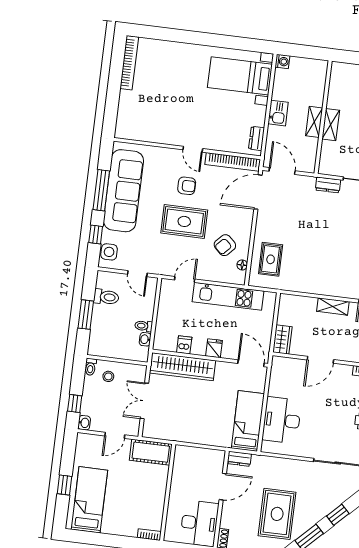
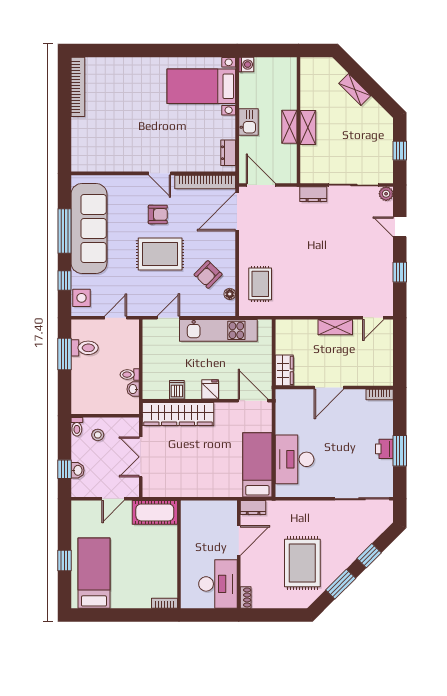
door: (137, 274) -> (116, 318), swing flipped
window: (86, 315) -> (64, 354), moved
washbasin: (84, 423) -> (77, 470), moved

